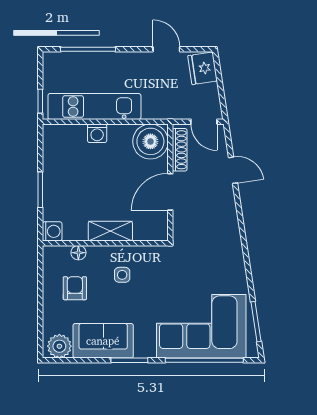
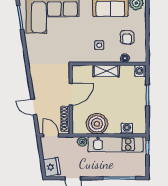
plant: (151, 111) -> (82, 142), added
washing machine: (97, 133) -> (127, 129), moved
boiler: (150, 141) -> (97, 124), moved

